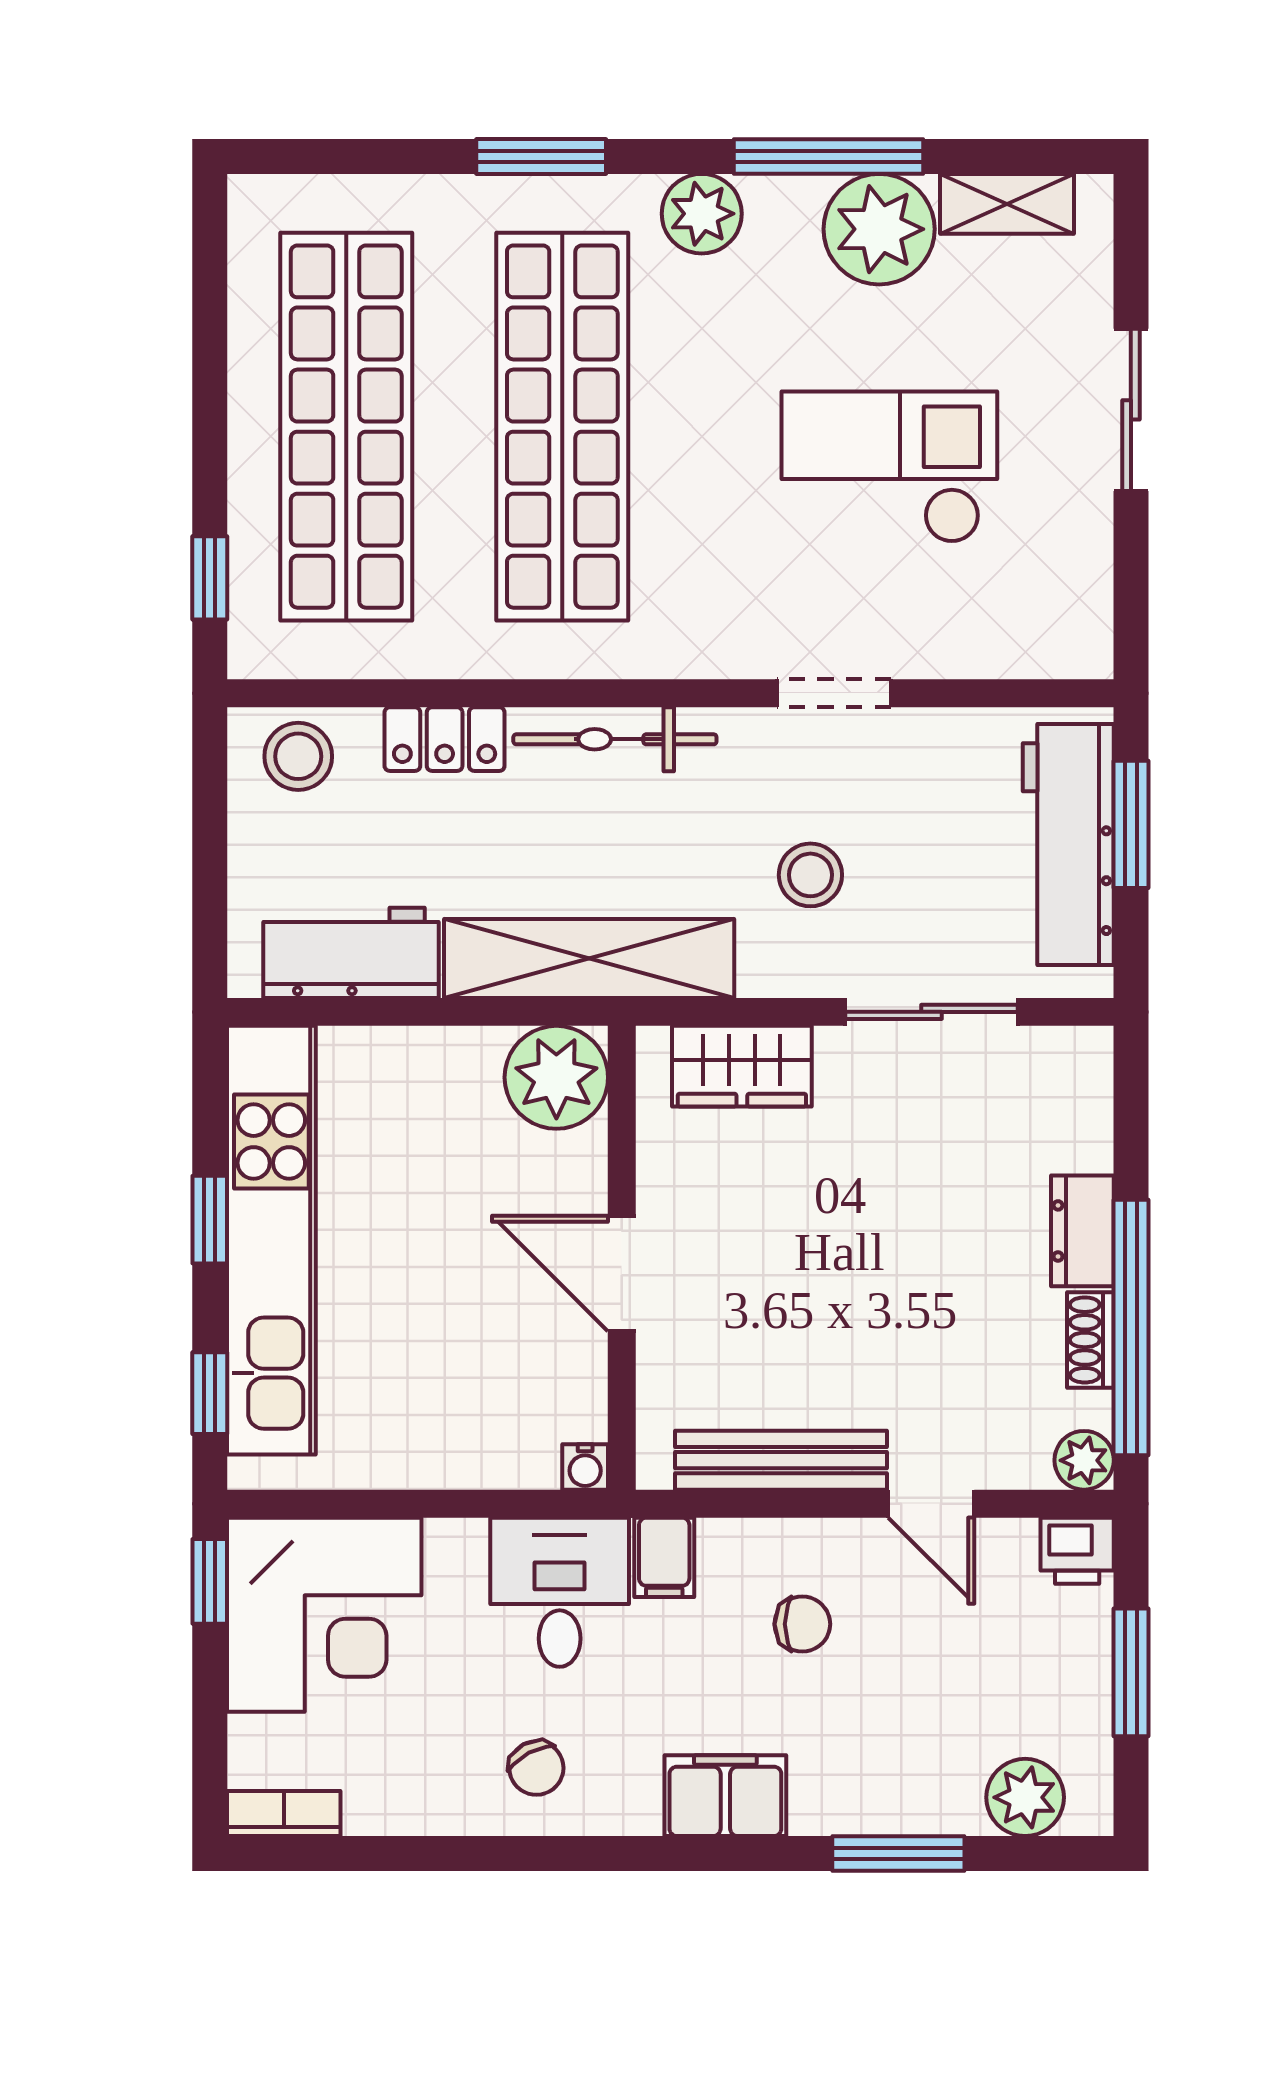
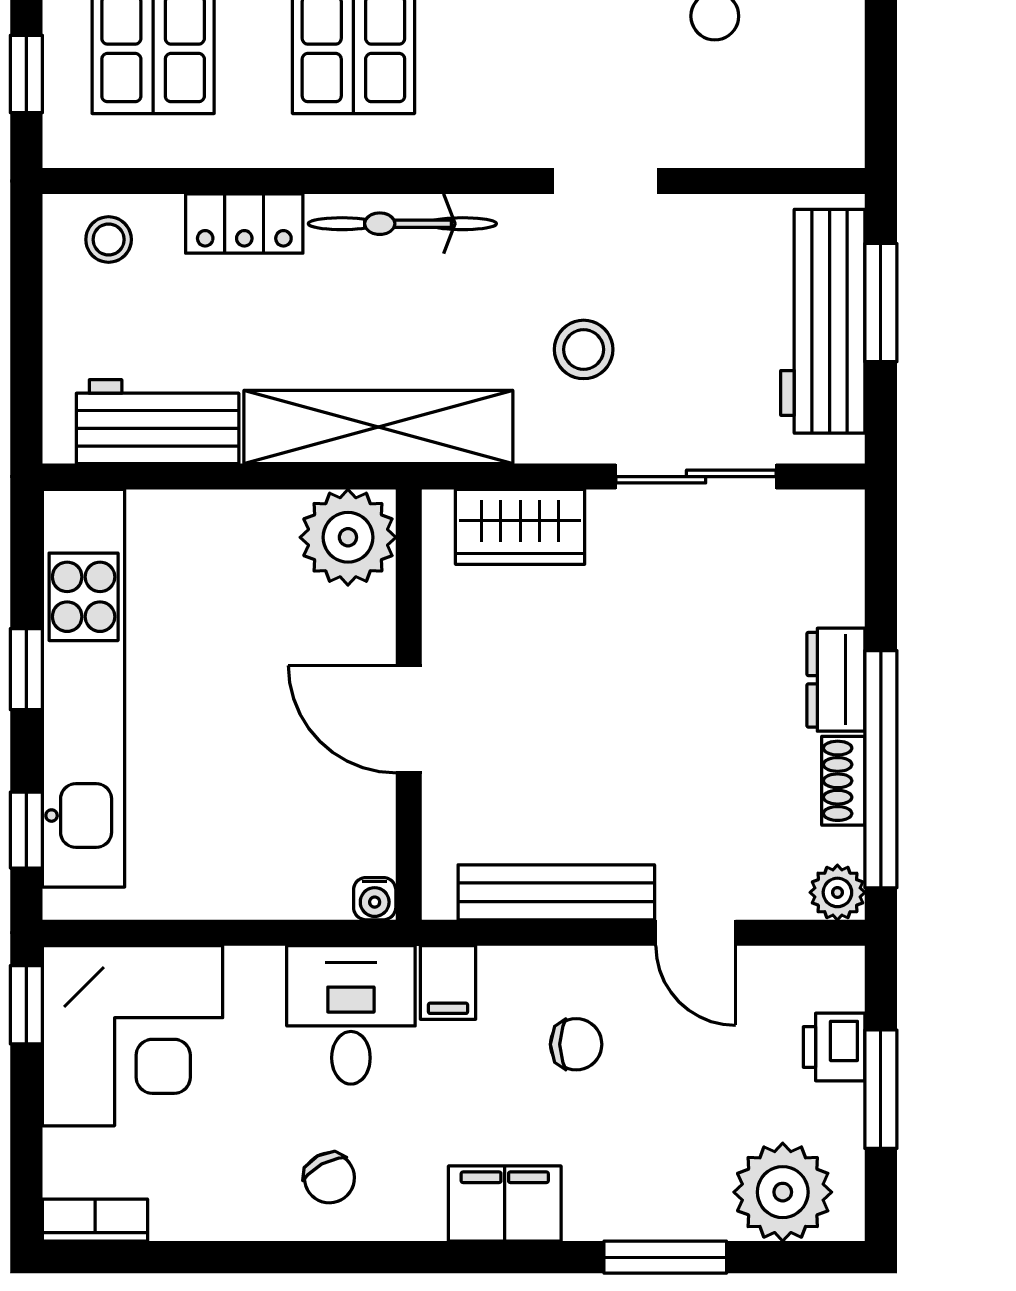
stool: (298, 756) -> (109, 240), width x0.73, depth x0.73
printer: (1077, 1551) -> (834, 1047), moved, turned 90
plant: (1025, 1797) -> (783, 1192), width x1.36, depth x1.36

